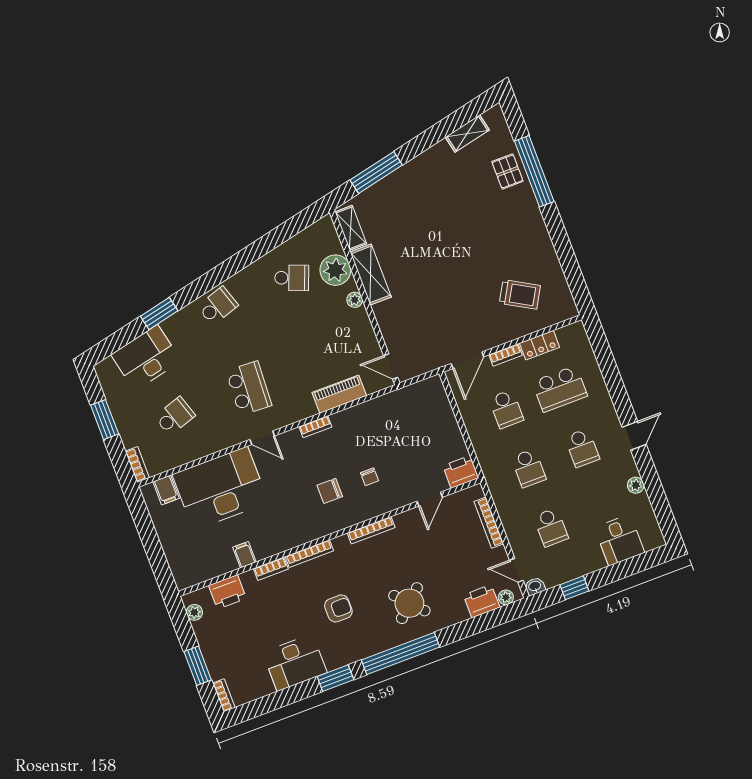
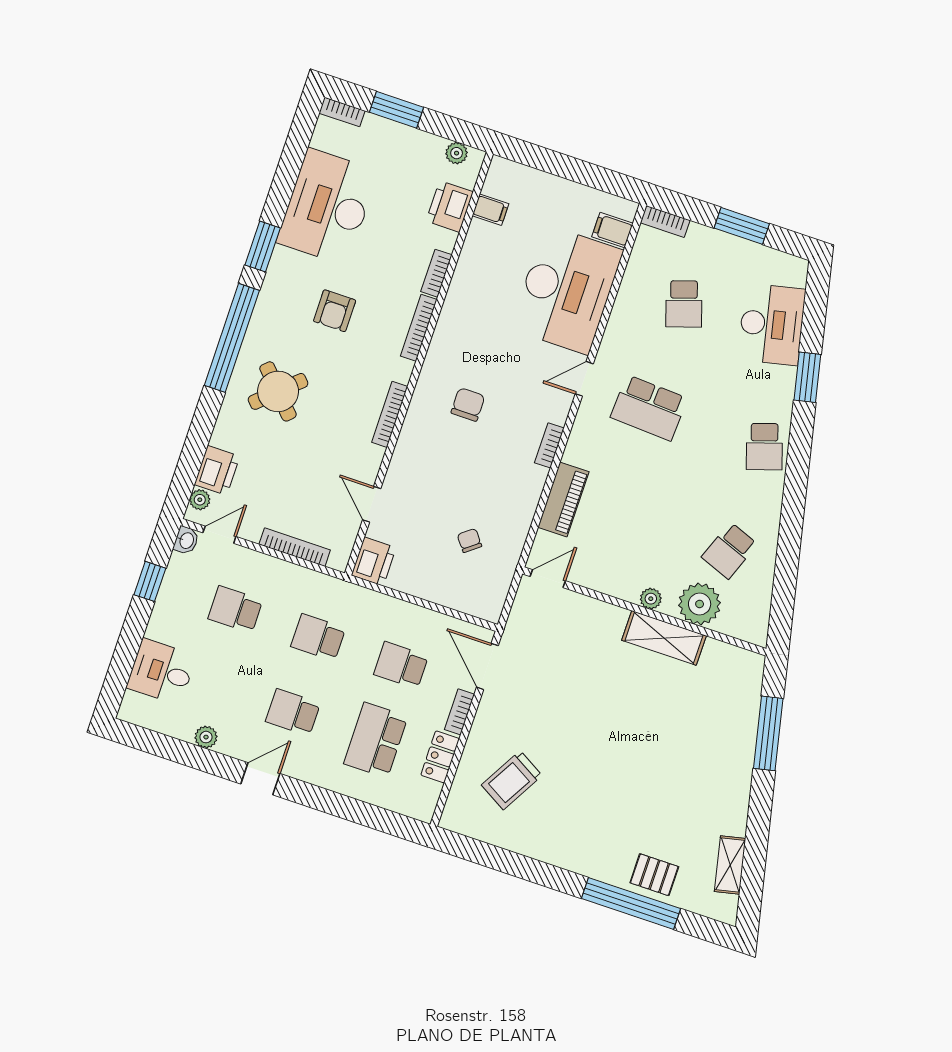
shelving: (351, 228) -> (731, 658), removed
door: (634, 436) -> (260, 779), swing flipped
chair: (370, 477) -> (469, 540), moved, turned 52
filing cabinet: (244, 555) -> (490, 210), moved
desk: (295, 663) -> (328, 207), width x1.36, depth x1.30

